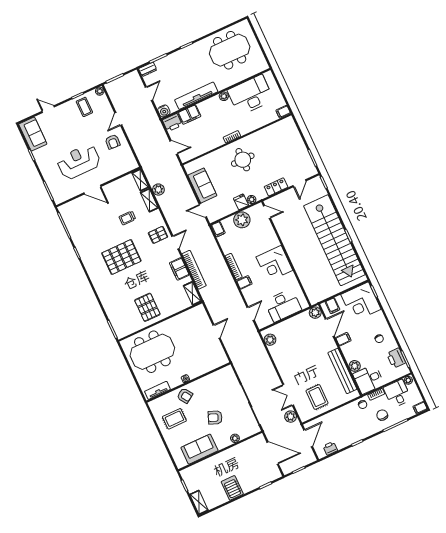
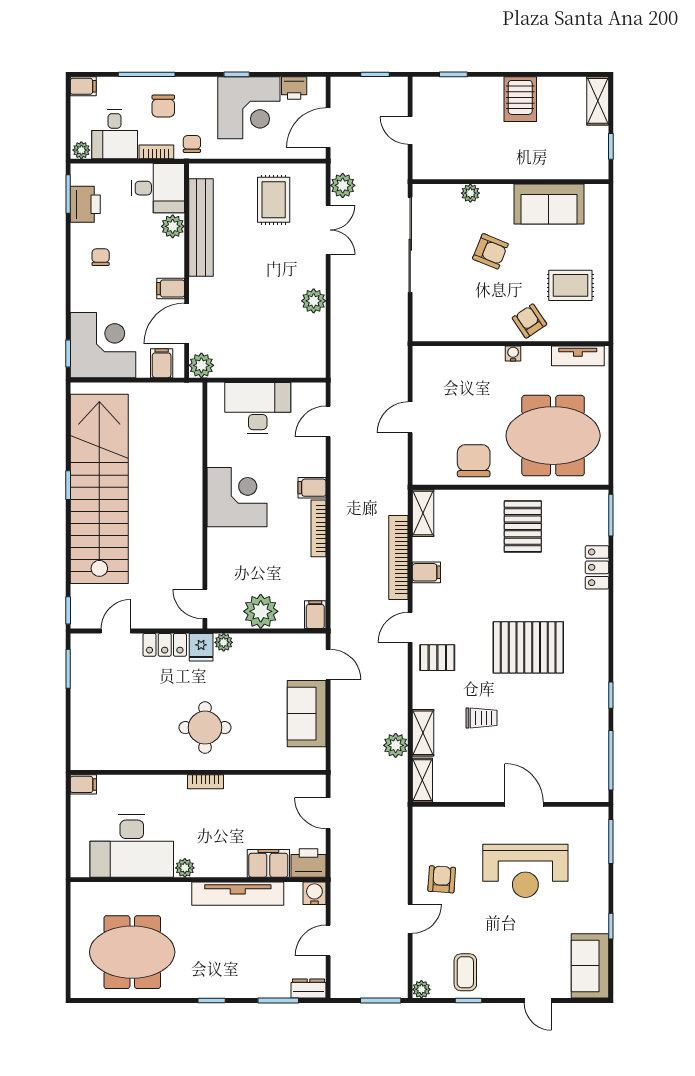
fridge: (241, 202) -> (201, 647), moved
filing cabinet: (179, 269) -> (426, 572), width x0.50
locker: (108, 304) -> (597, 567), added
chair: (181, 325) -> (474, 461), added
plant: (270, 340) -> (314, 301), moved
corner desk: (346, 431) -> (249, 108), added
door: (273, 453) -> (410, 131), width x0.53

